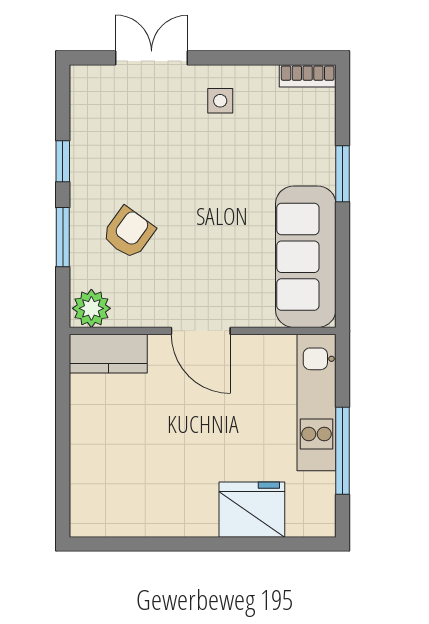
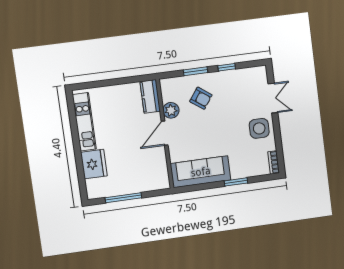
side table: (220, 101) -> (259, 128), width x1.87, depth x1.87
plant: (91, 308) -> (171, 110), moved
kitchen unit: (316, 403) -> (84, 122), moved, turned 90

